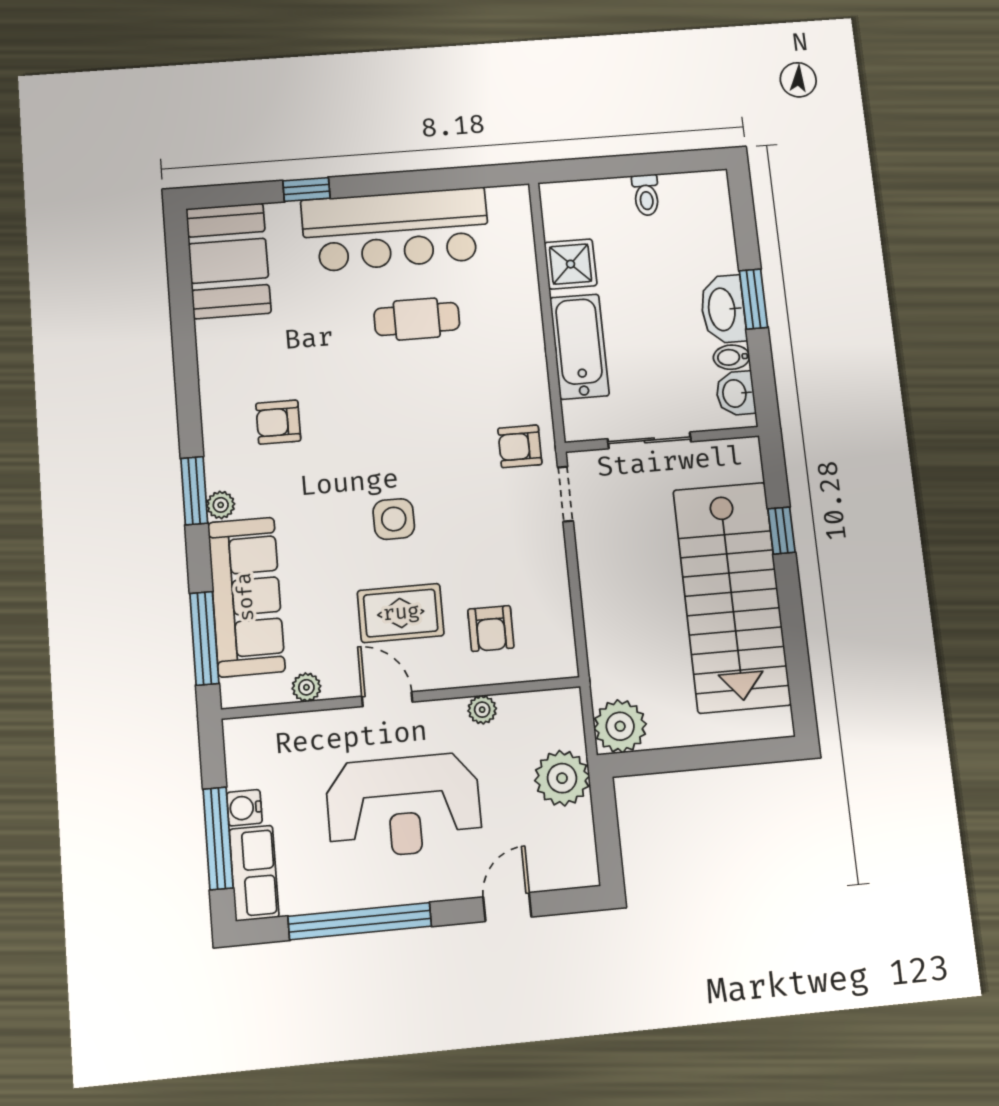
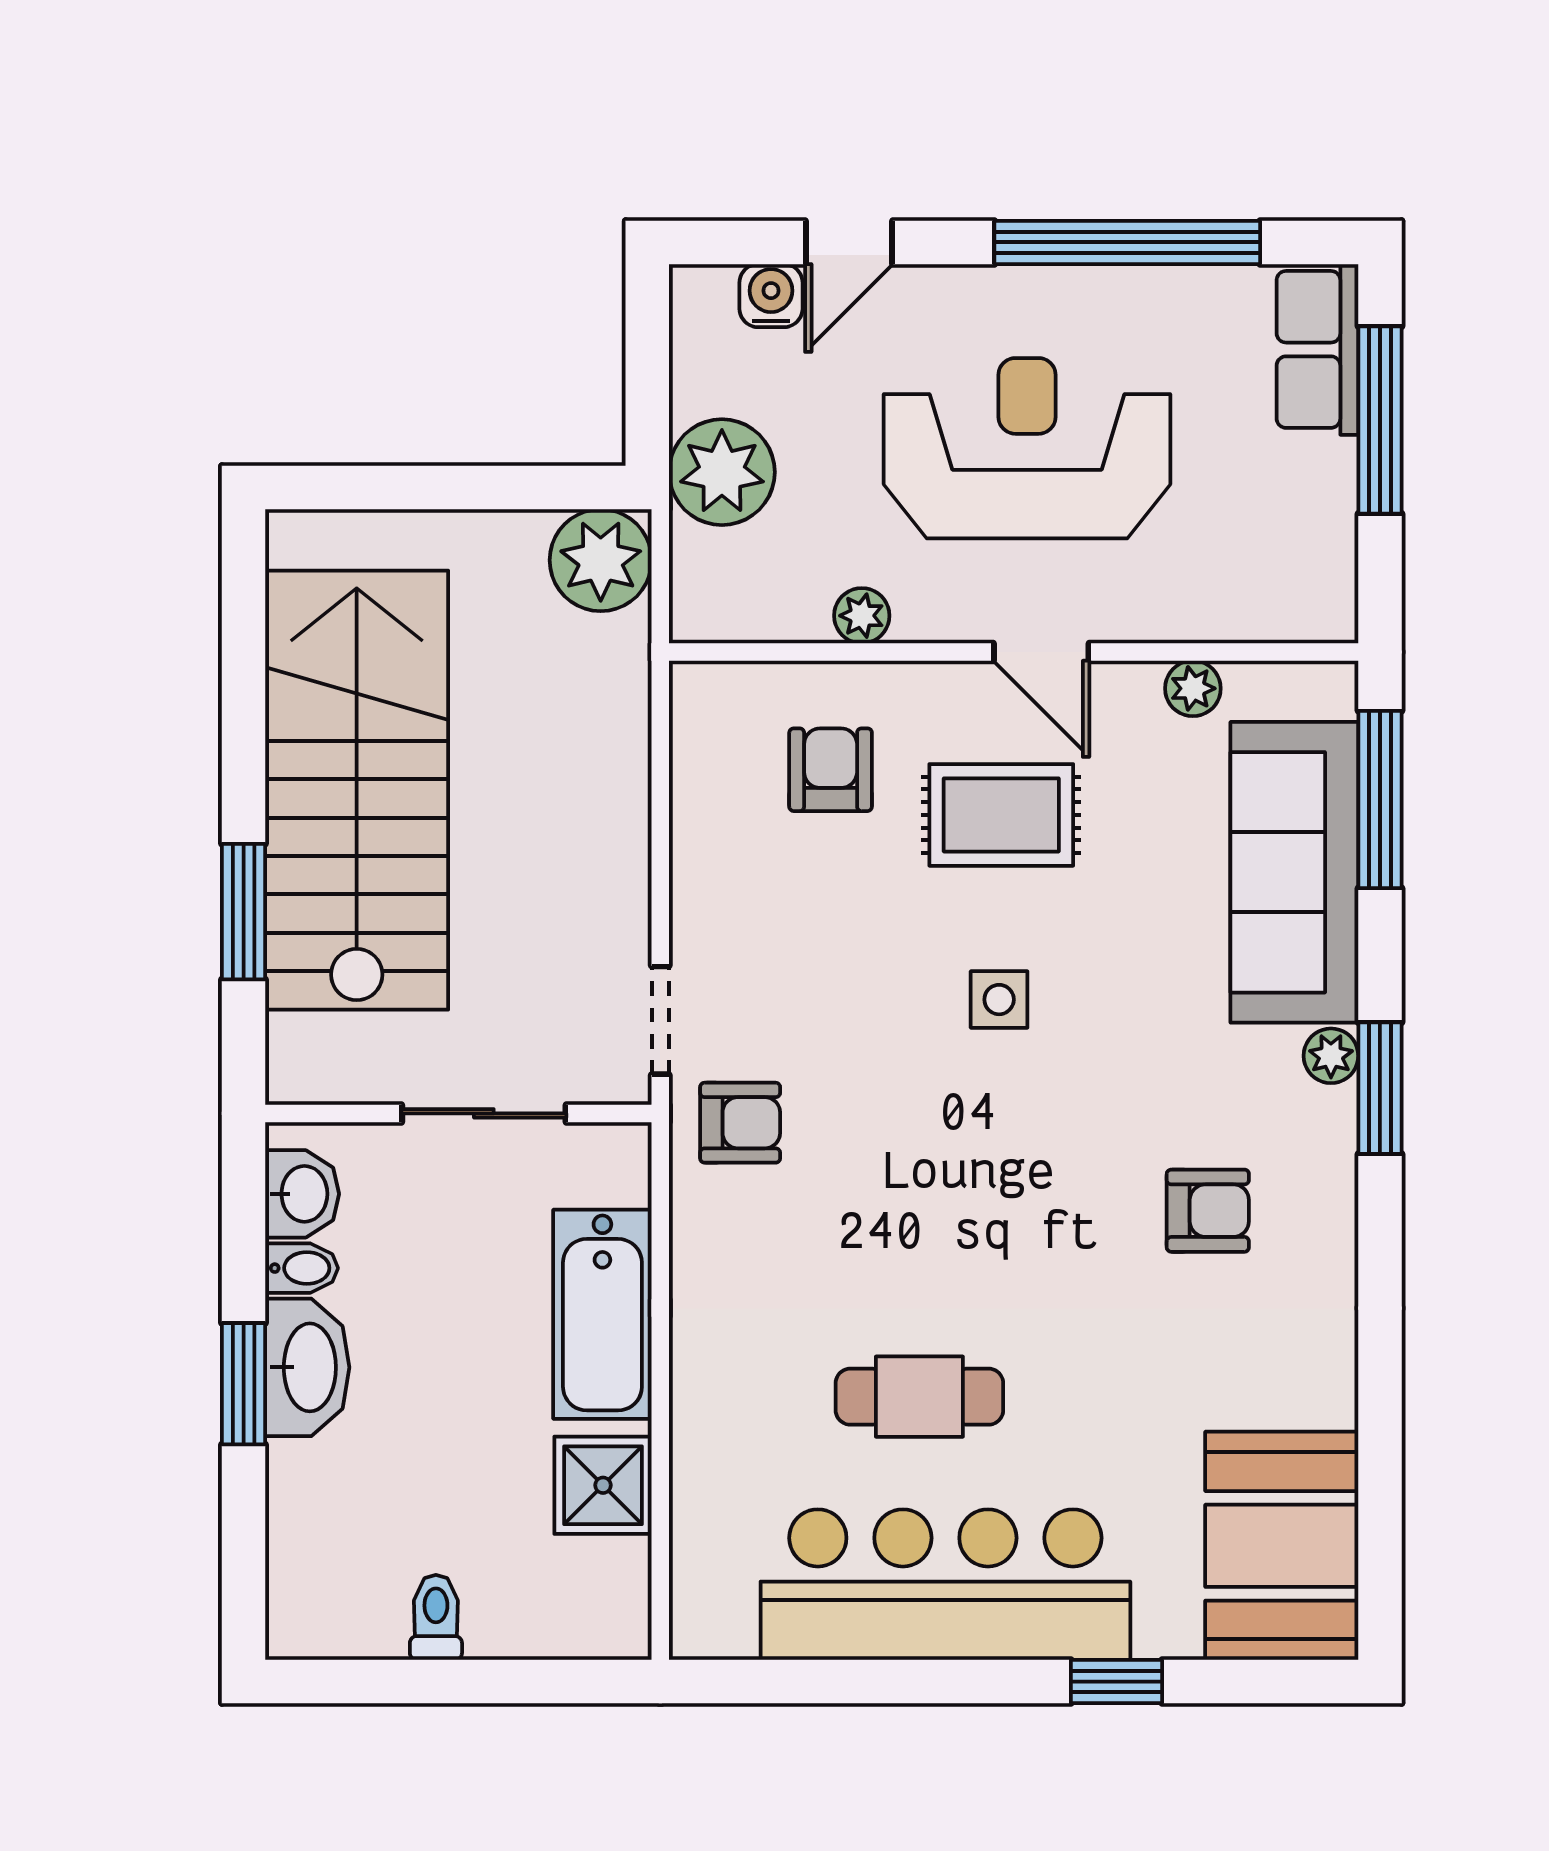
side table: (394, 519) -> (999, 1000), width x0.73, depth x0.73
window: (781, 531) -> (244, 912), width x1.50
water cooler: (244, 808) -> (771, 296), moved, turned -90

